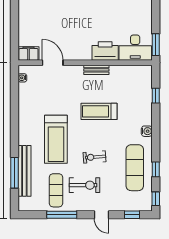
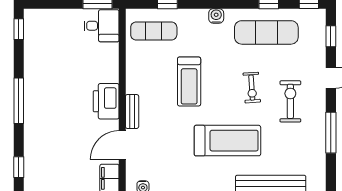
desk: (135, 48) -> (102, 26), width x0.73
printer: (105, 51) -> (106, 101), moved
bench: (96, 70) -> (132, 111), moved
exercise mat: (56, 190) -> (154, 31), moved

